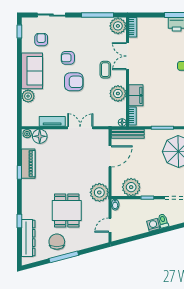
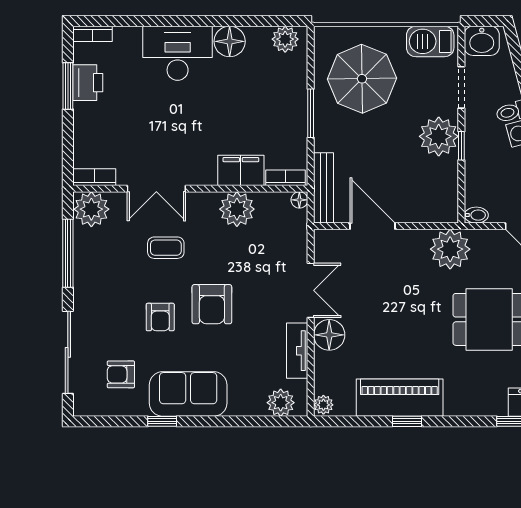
sliding door: (51, 15) -> (68, 352), width x1.37
window: (19, 32) -> (162, 421), moved
coffee table: (105, 70) -> (166, 248), moved
armchair: (74, 82) -> (212, 304), turned 180
plant: (28, 96) -> (281, 403), moved
double door: (80, 128) -> (311, 290), swing flipped
floor lamp: (40, 136) -> (329, 335), moved
piano: (28, 164) -> (400, 398), width x1.37, depth x1.33
plant: (131, 187) -> (439, 136), moved

